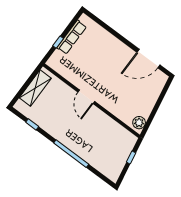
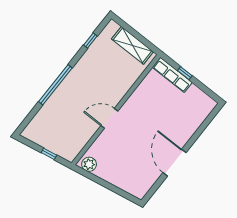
row of seats: (72, 37) -> (172, 75), moved
door: (148, 59) -> (174, 163), moved
door: (86, 97) -> (109, 118), moved

